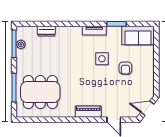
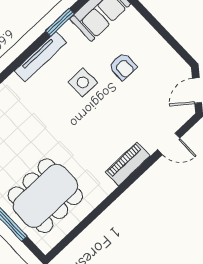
tv unit: (94, 31) -> (40, 57), width x1.41

